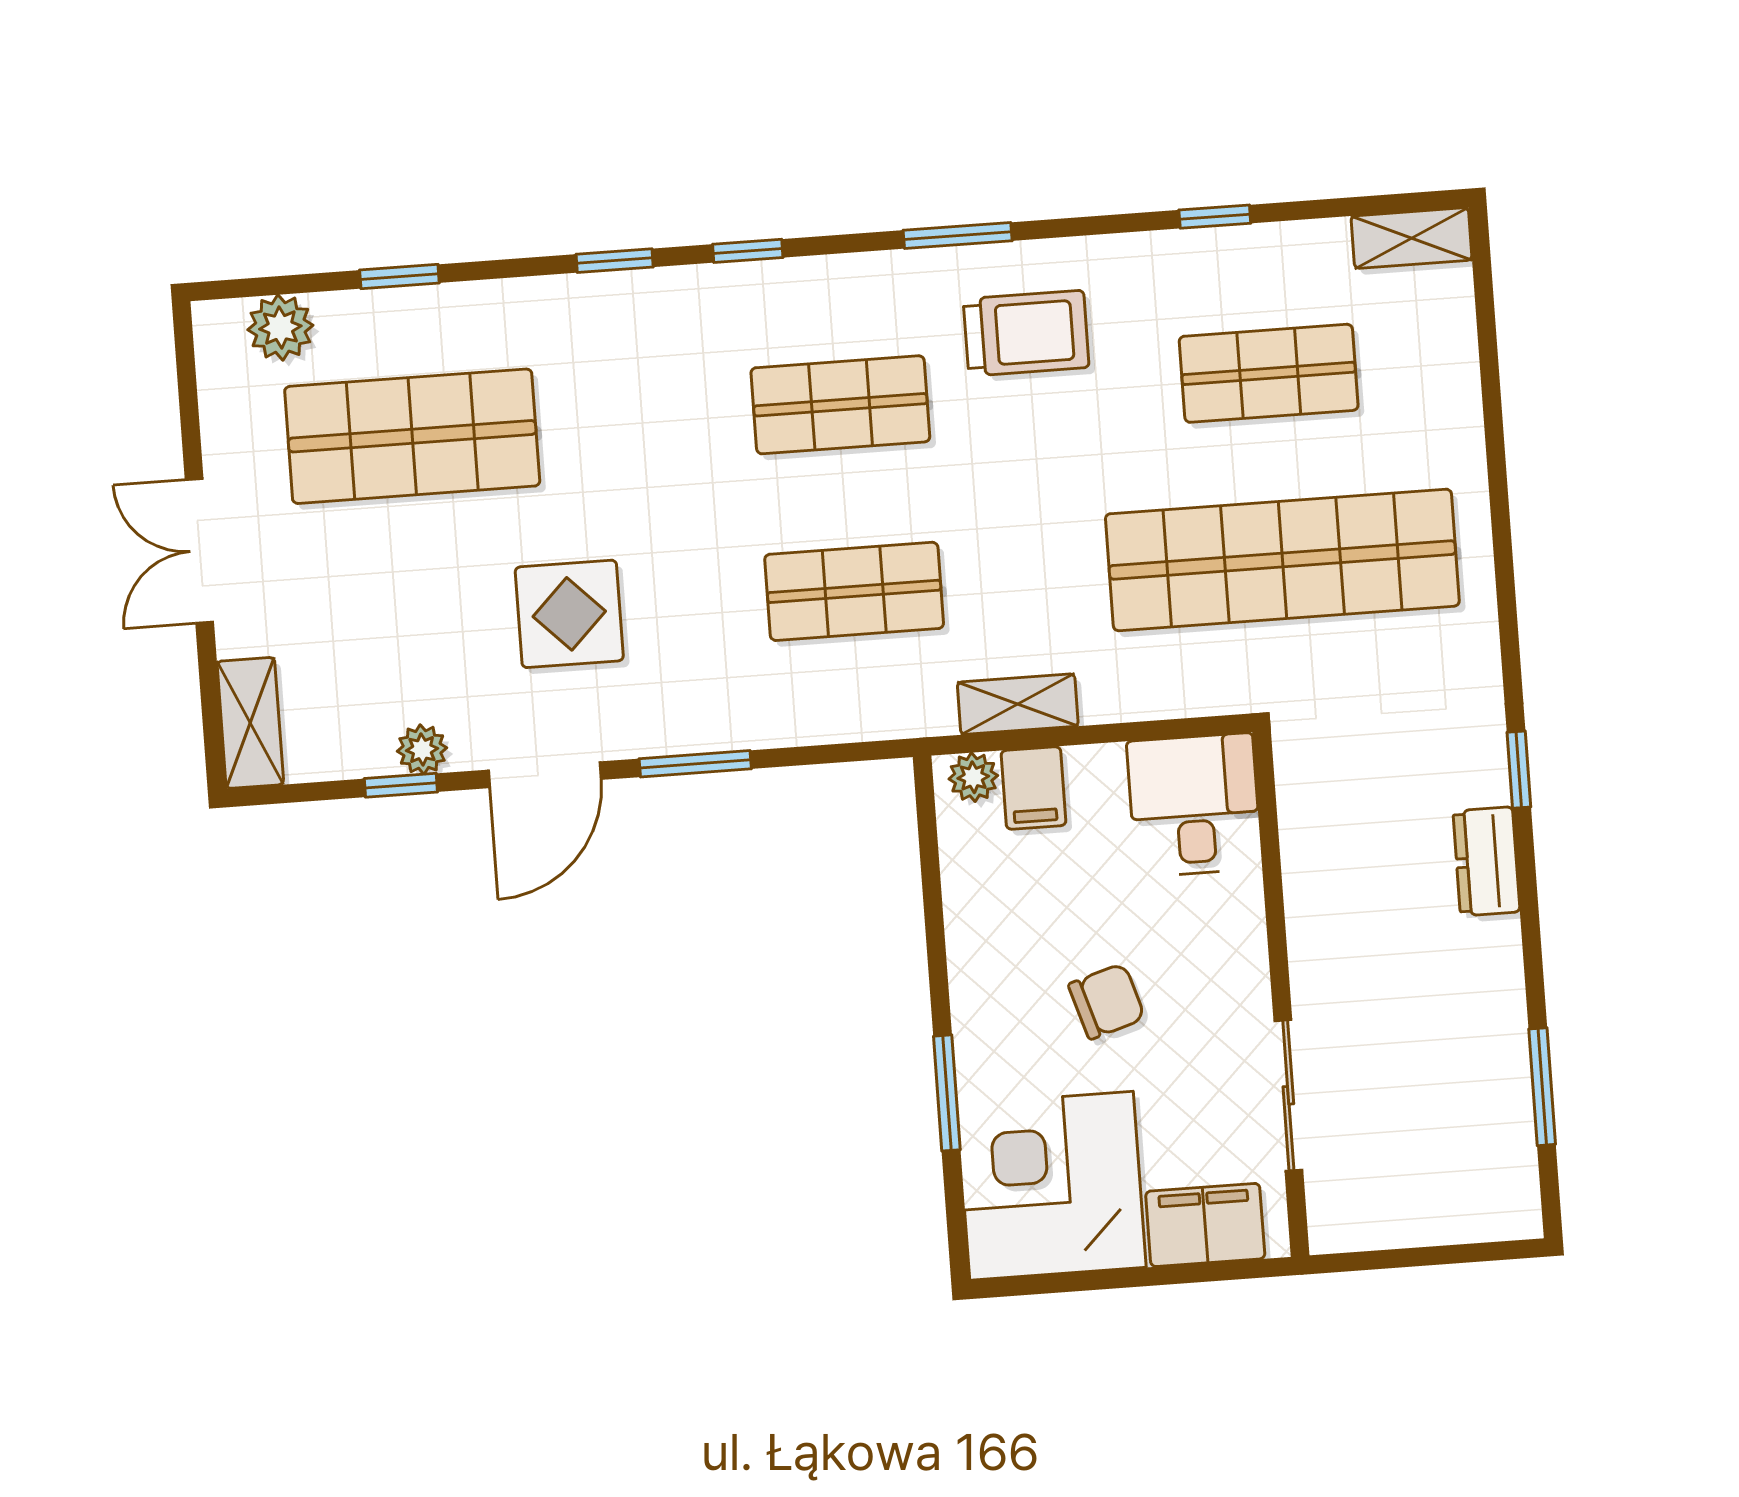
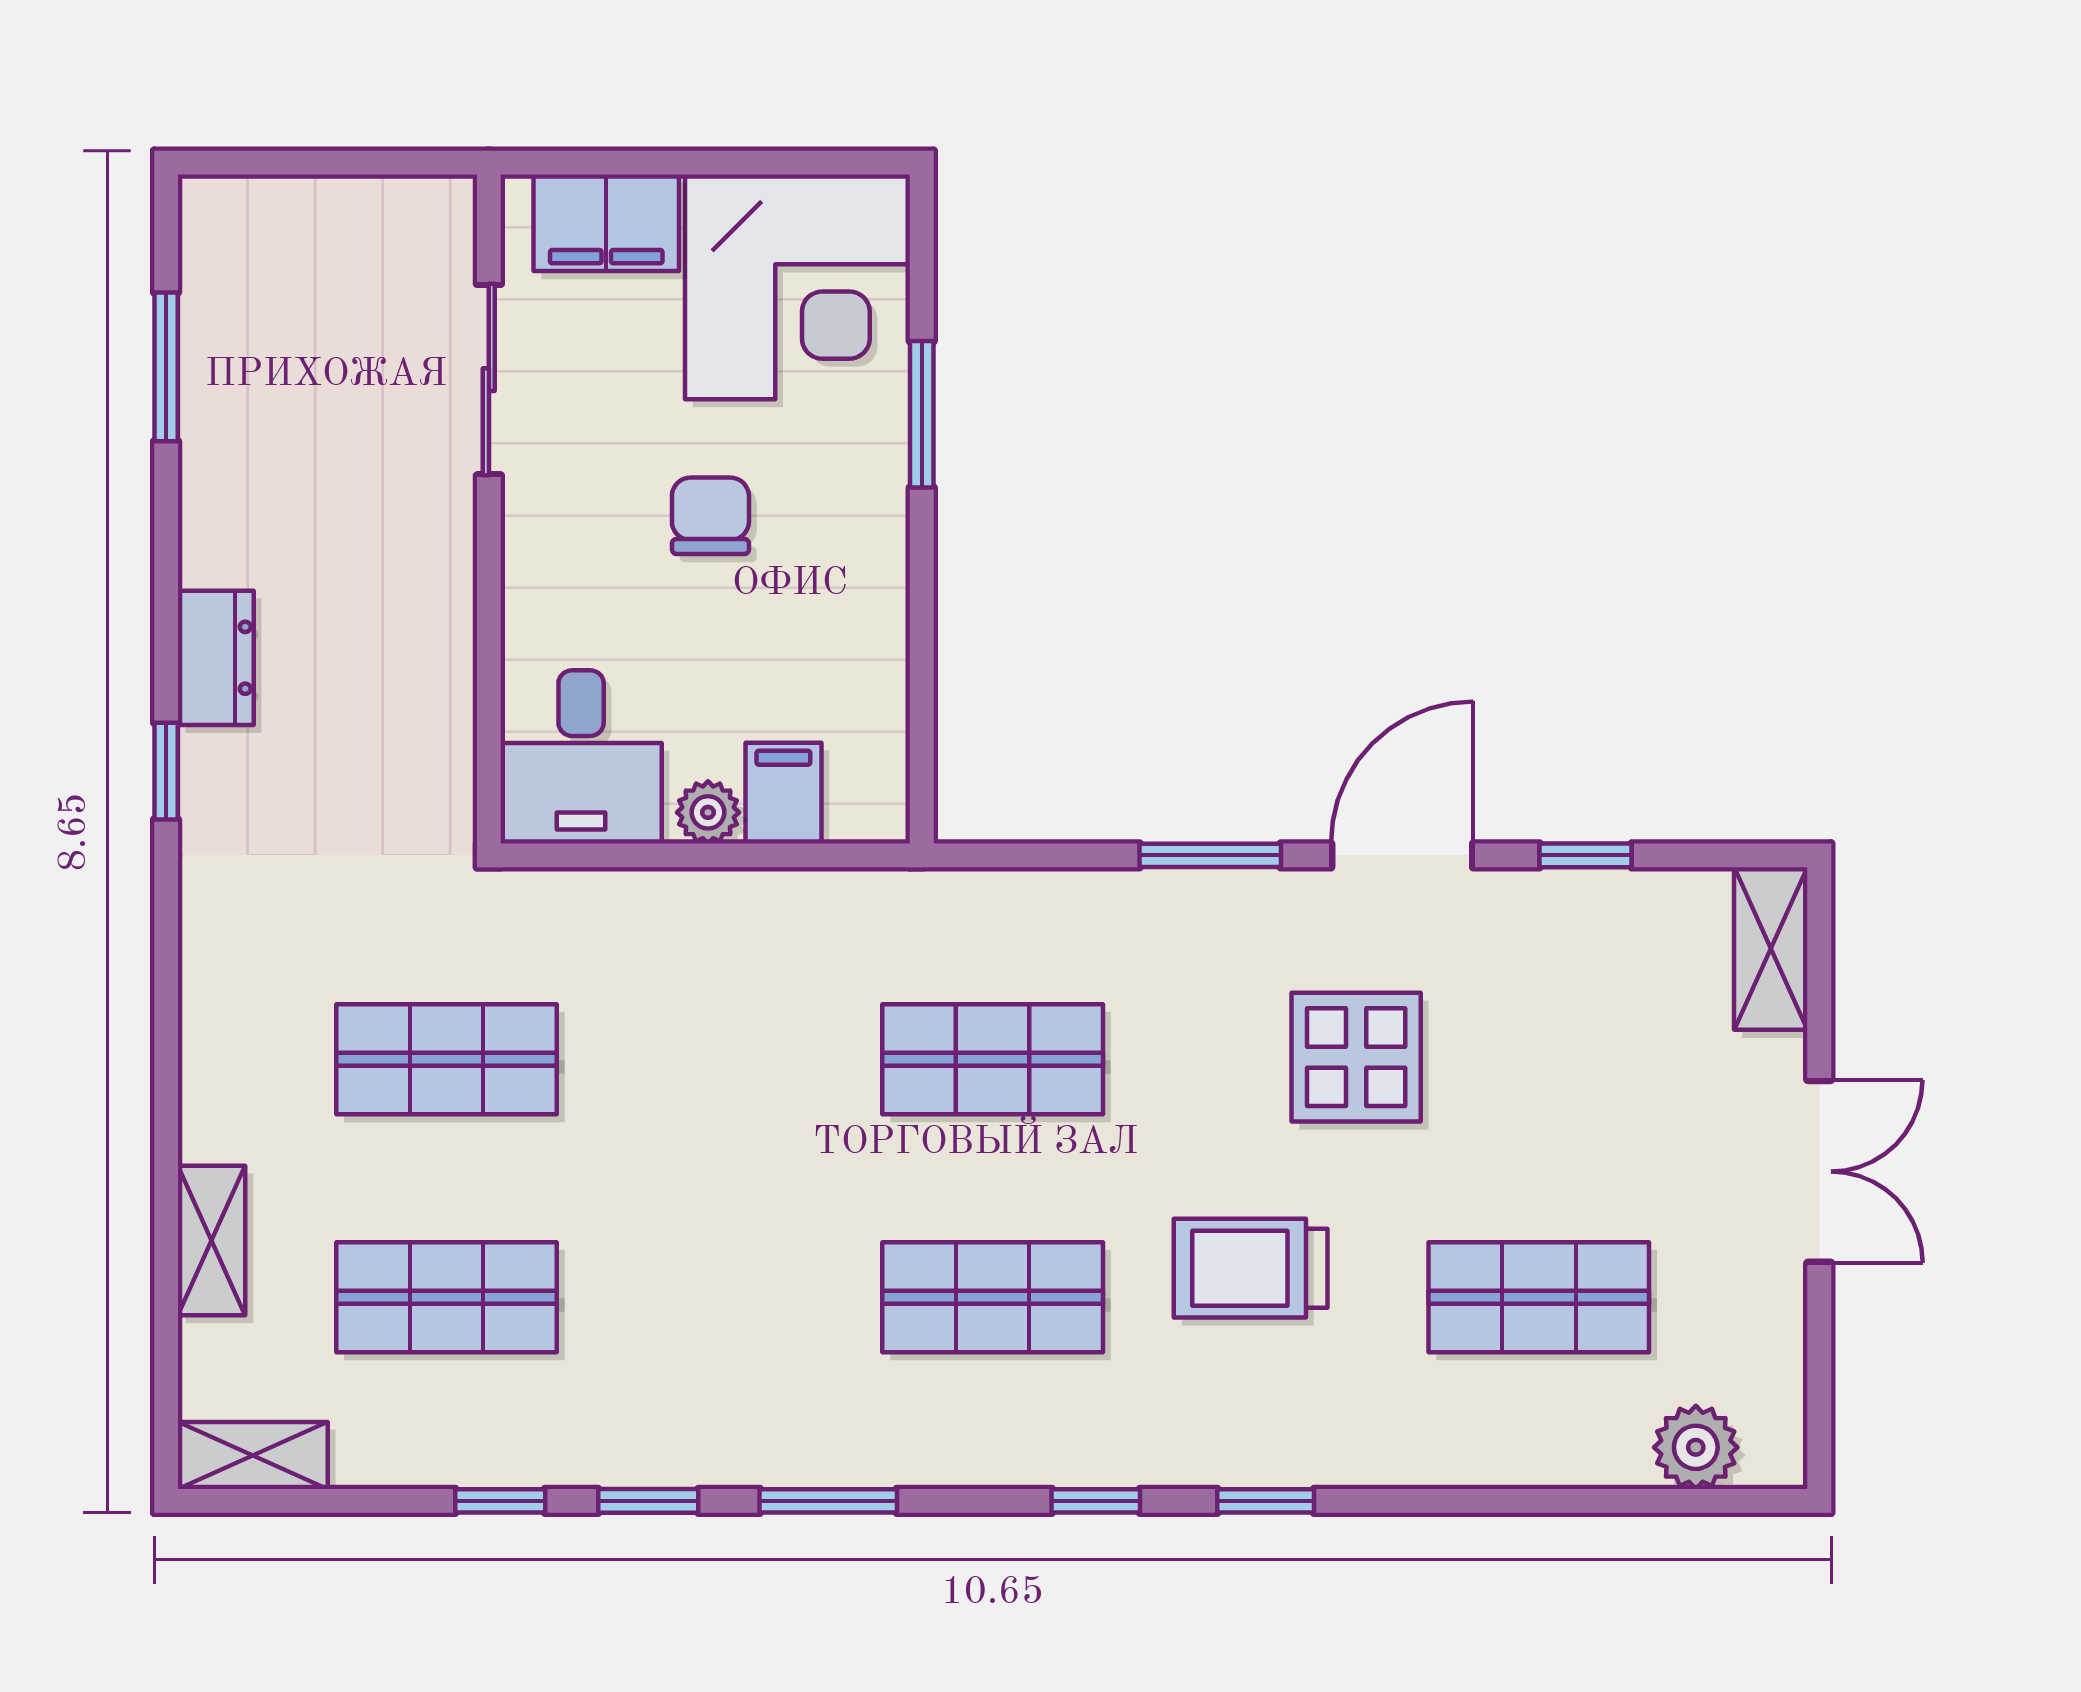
window: (399, 277) -> (648, 1501), moved
trolley: (1026, 333) -> (1251, 1268), moved
shop shelf: (412, 436) -> (1539, 1297), width x0.70, depth x0.74
shop shelf: (1282, 560) -> (447, 1059), width x0.50, depth x0.74
shelving: (1018, 704) -> (212, 1240), moved, turned 90
plant: (422, 749) -> (1555, 899), removed
plant: (973, 777) -> (708, 812), moved
chair: (1107, 1001) -> (710, 516), turned 107

